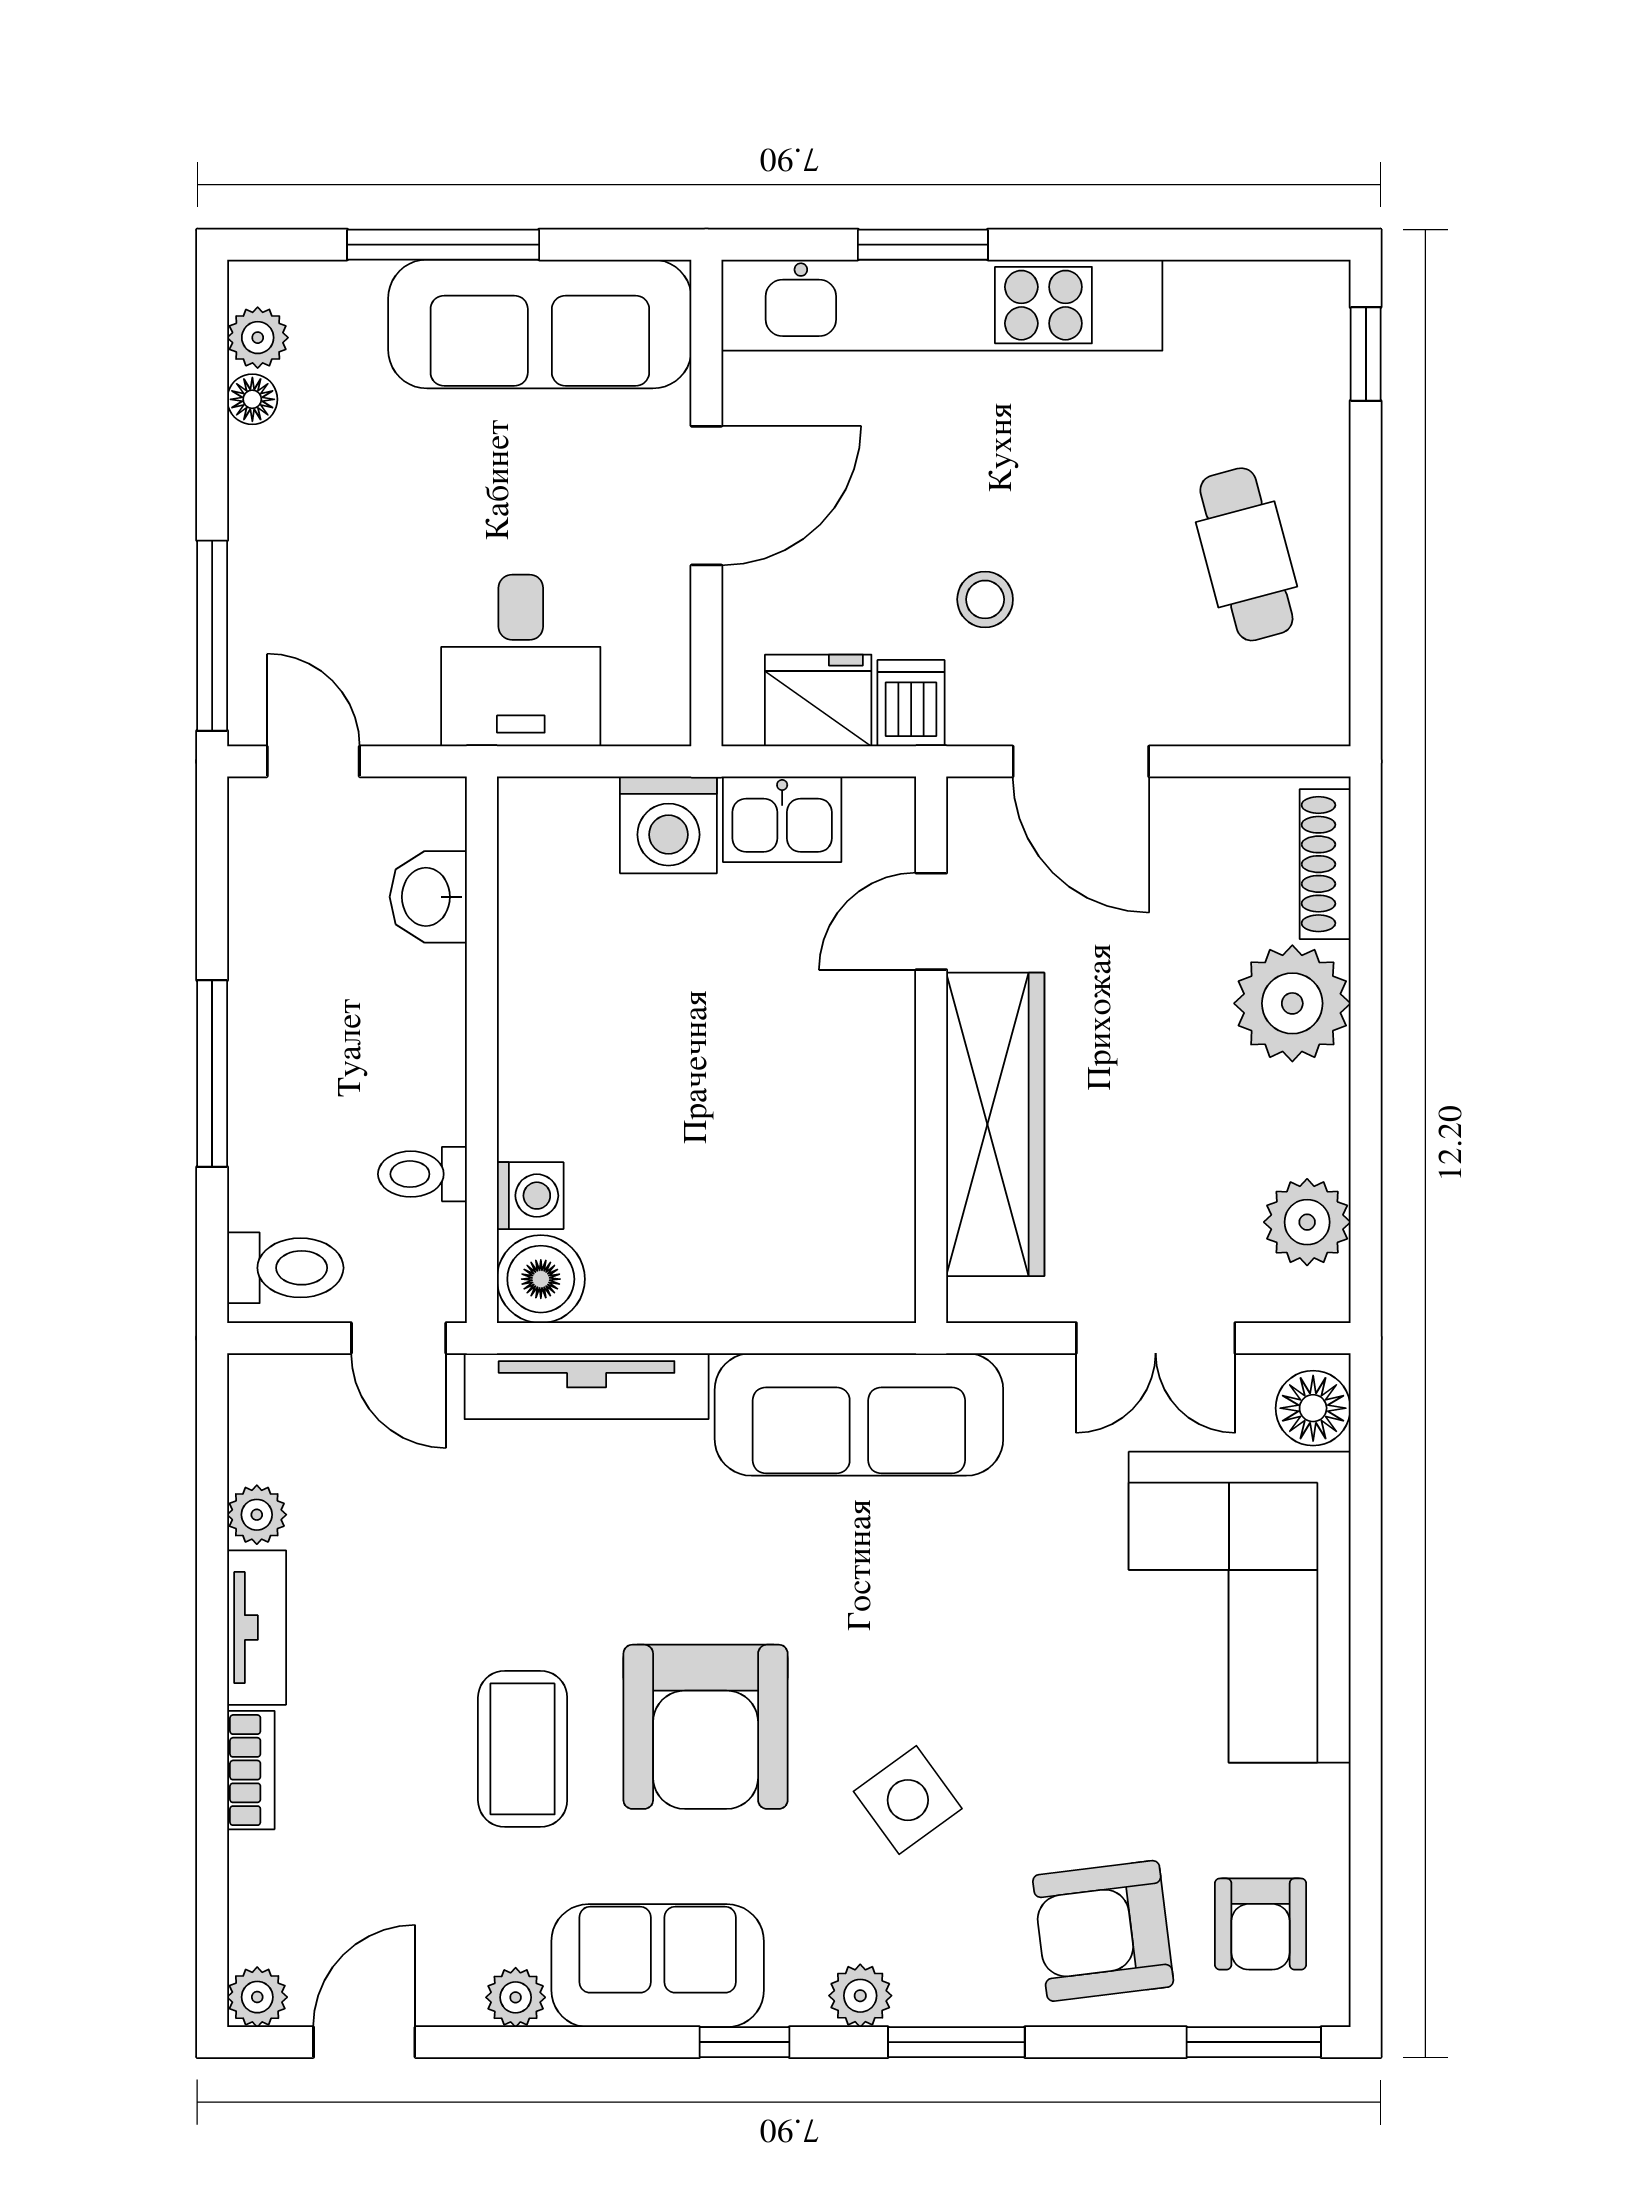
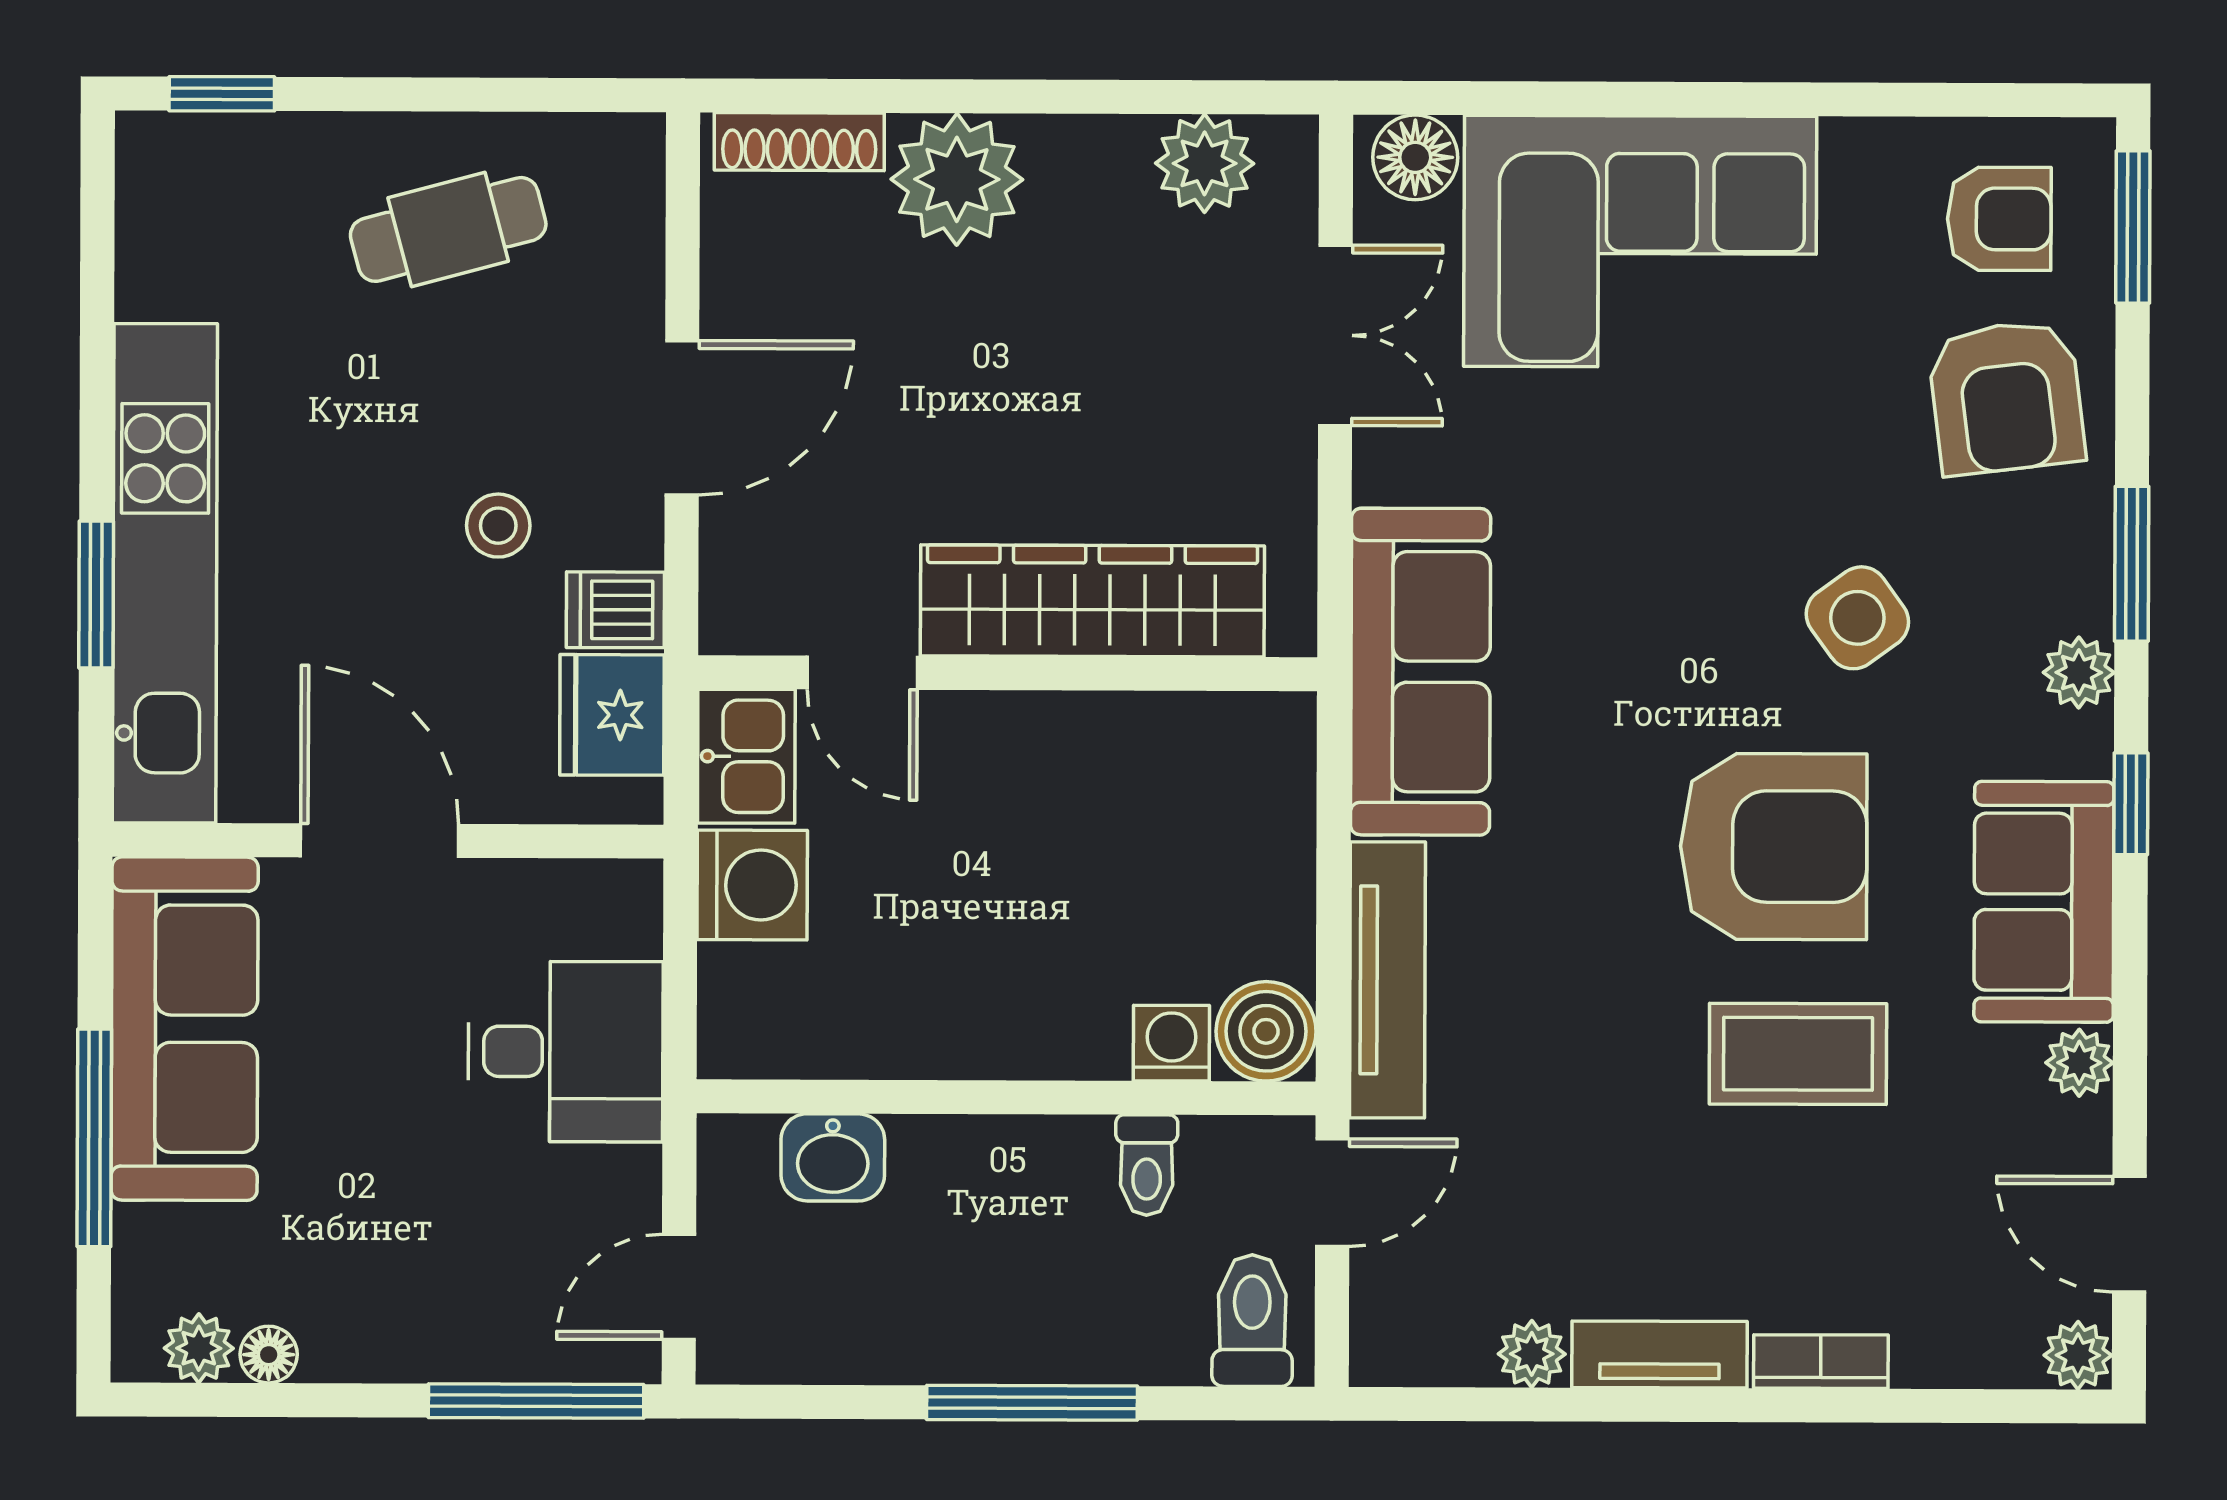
door: (931, 921) -> (862, 673), moved
wall: (931, 1050) -> (1008, 673), moved
wardrobe: (995, 1124) -> (1092, 601), moved

